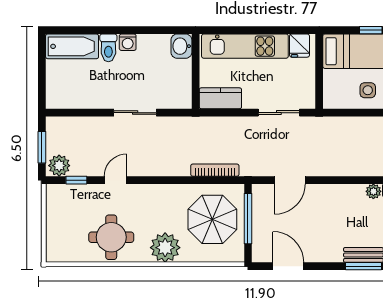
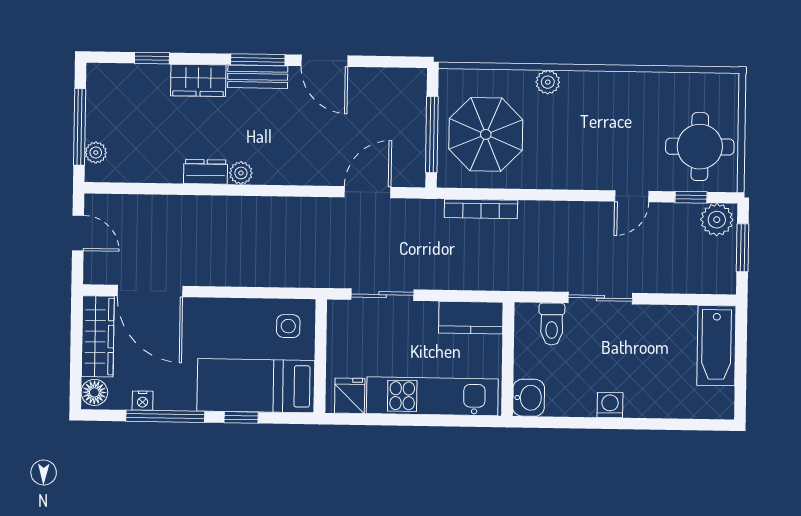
bathtub: (72, 46) -> (716, 346), moved, turned -90
toilet: (108, 48) -> (552, 324), moved, turned 180
side table: (368, 90) -> (288, 326), moved
round table: (111, 237) -> (700, 147), moved
plant: (165, 248) -> (548, 82), width x0.53, depth x0.53
door: (288, 266) -> (324, 61), moved

